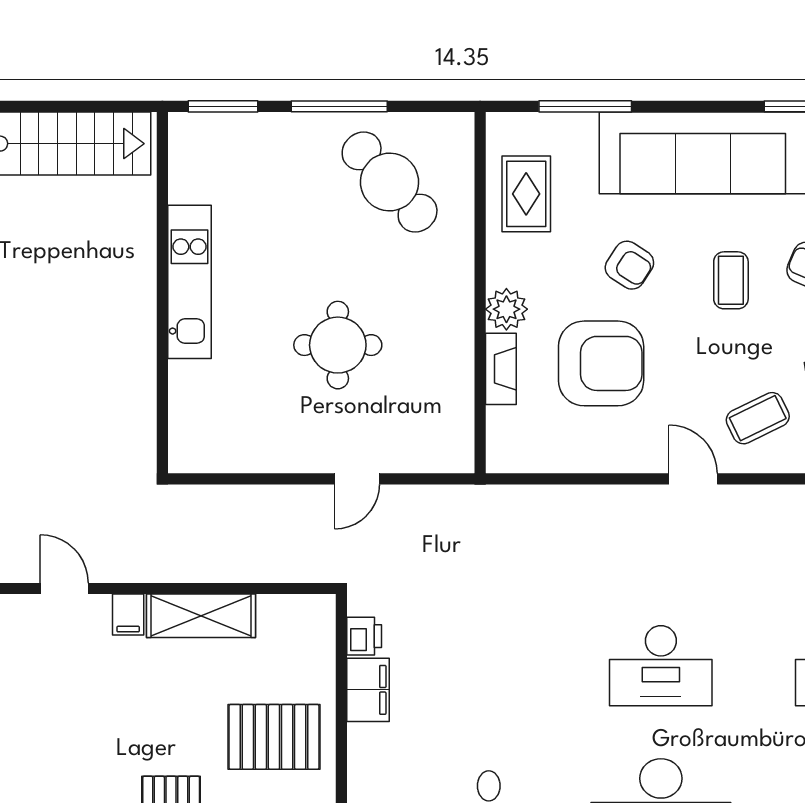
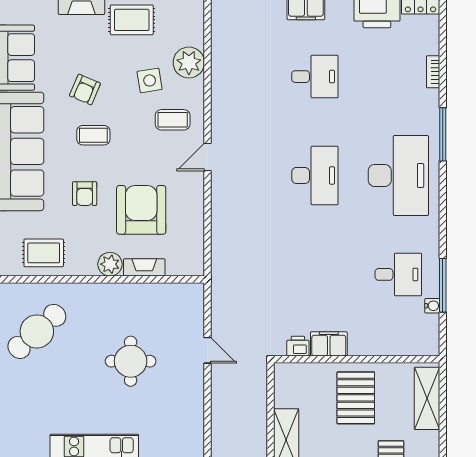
armchair: (629, 265) -> (85, 194), turned 147
coffee table: (758, 418) -> (173, 120), turned -64

